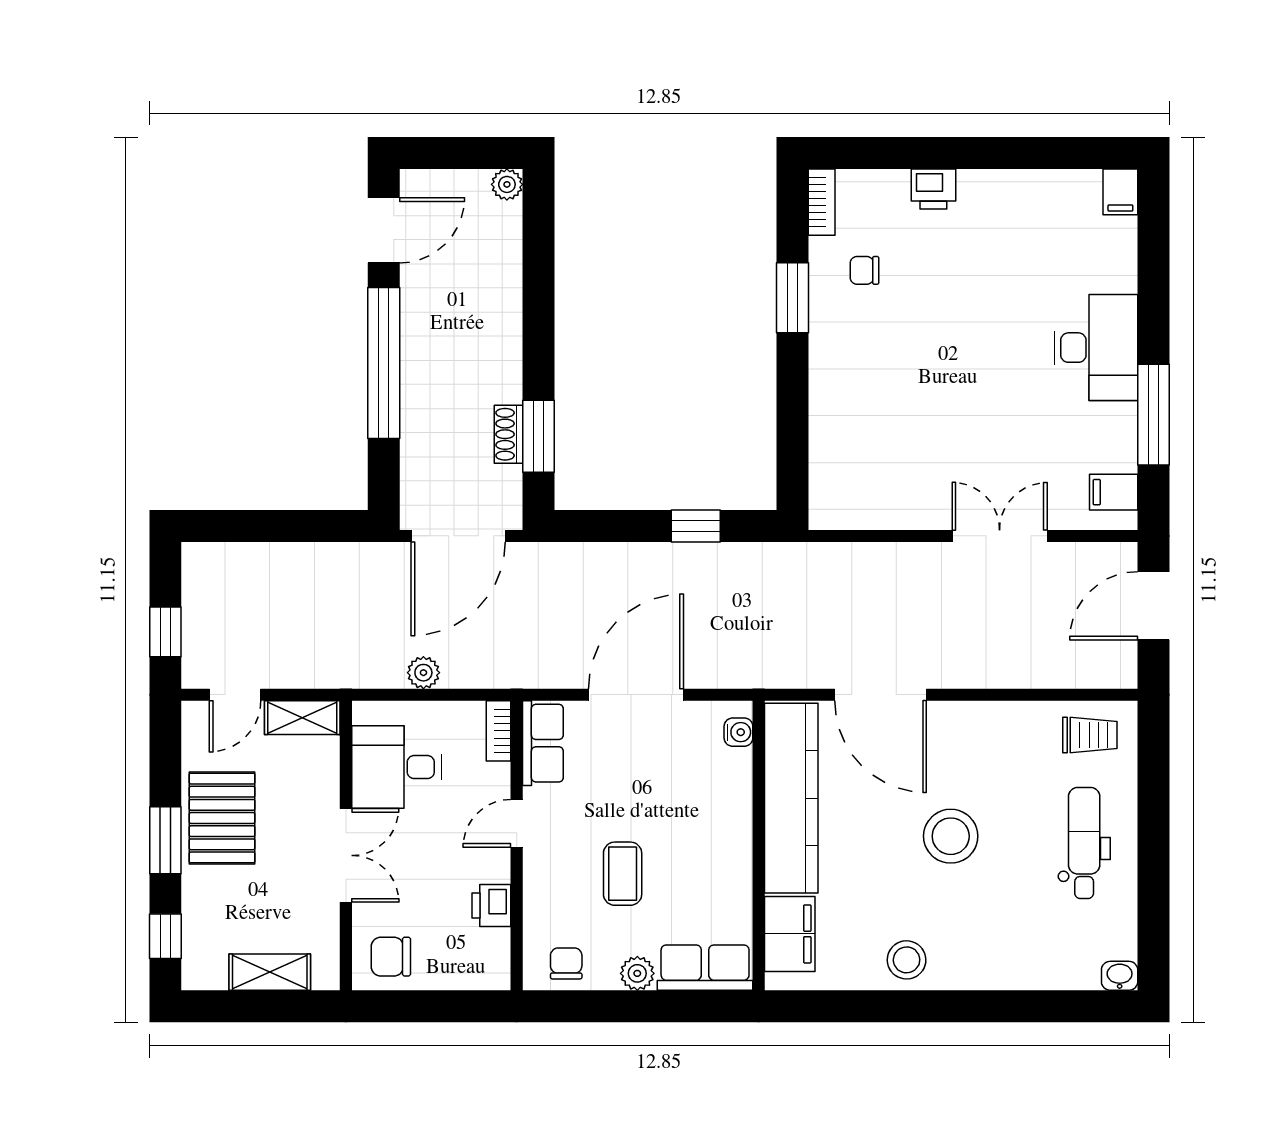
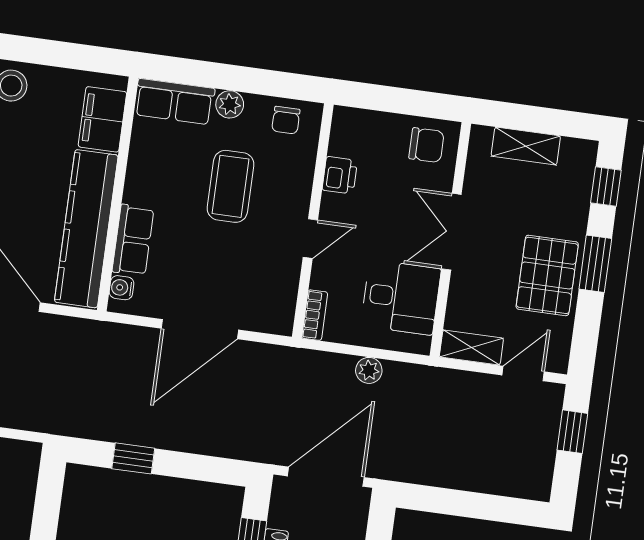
row of seats: (543, 743) -> (133, 240), moved, turned 180
coffee table: (623, 874) -> (231, 186), width x1.36, depth x1.30

